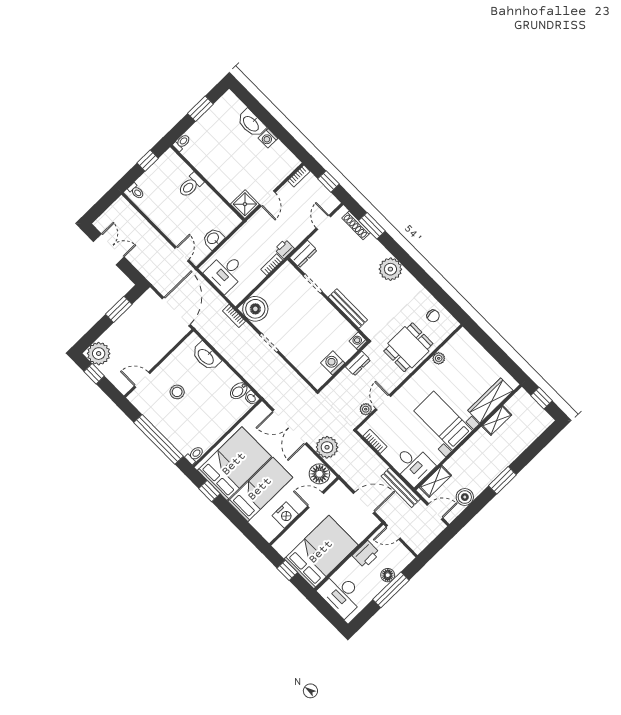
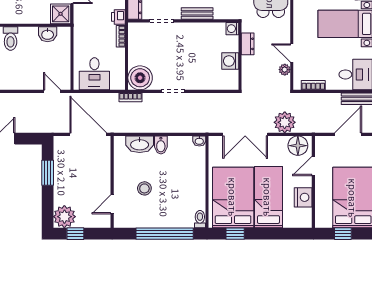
washbasin: (213, 239) -> (48, 34), moved, turned -90
bench: (348, 308) -> (197, 13), width x0.73
bidet: (239, 391) -> (161, 145), moved

